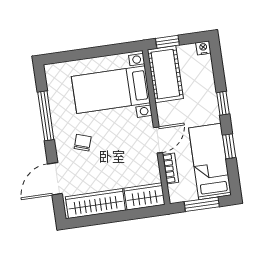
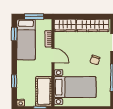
window: (223, 103) -> (14, 81), moved
door: (158, 140) -> (53, 55), swing flipped
window: (229, 146) -> (14, 34), moved

